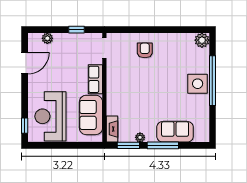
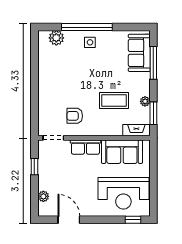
plant: (202, 40) -> (56, 38), moved
armchair: (145, 50) -> (75, 116), moved
side table: (198, 84) -> (90, 42), width x0.54, depth x0.54
coffee table: (141, 107) -> (114, 101), added
sofa: (175, 132) -> (139, 53), moved
window: (163, 145) -> (153, 63), moved

